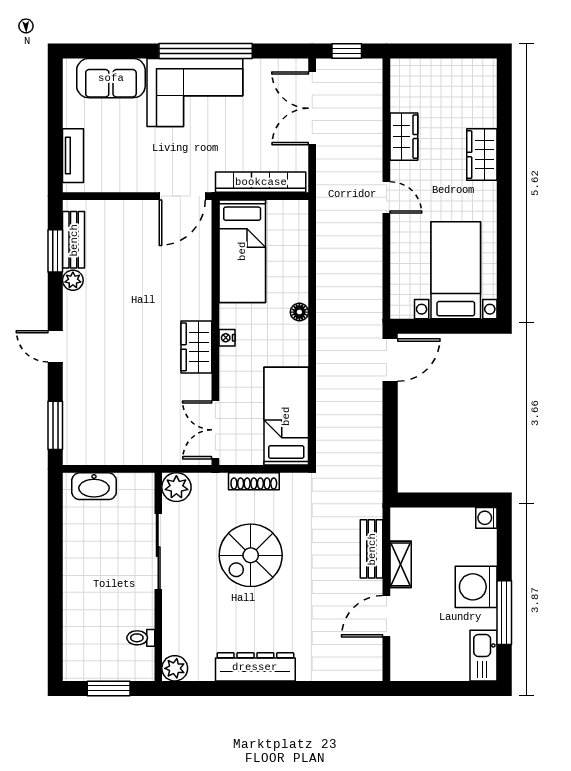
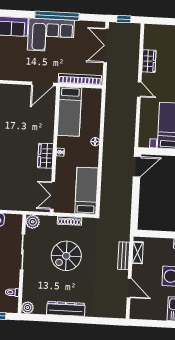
shelving: (401, 564) -> (138, 253), moved
door: (386, 616) -> (129, 288), swing flipped

